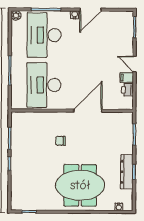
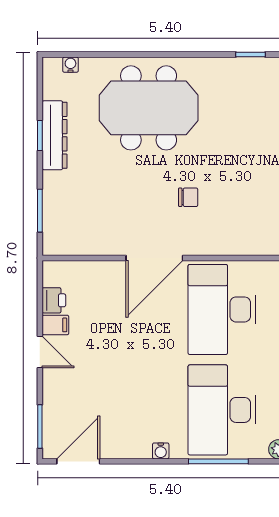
door: (90, 10) -> (78, 461), moved
desk: (44, 35) -> (222, 410), turned 180
desk: (44, 85) -> (222, 309), turned 180
door: (88, 111) -> (154, 258), moved

